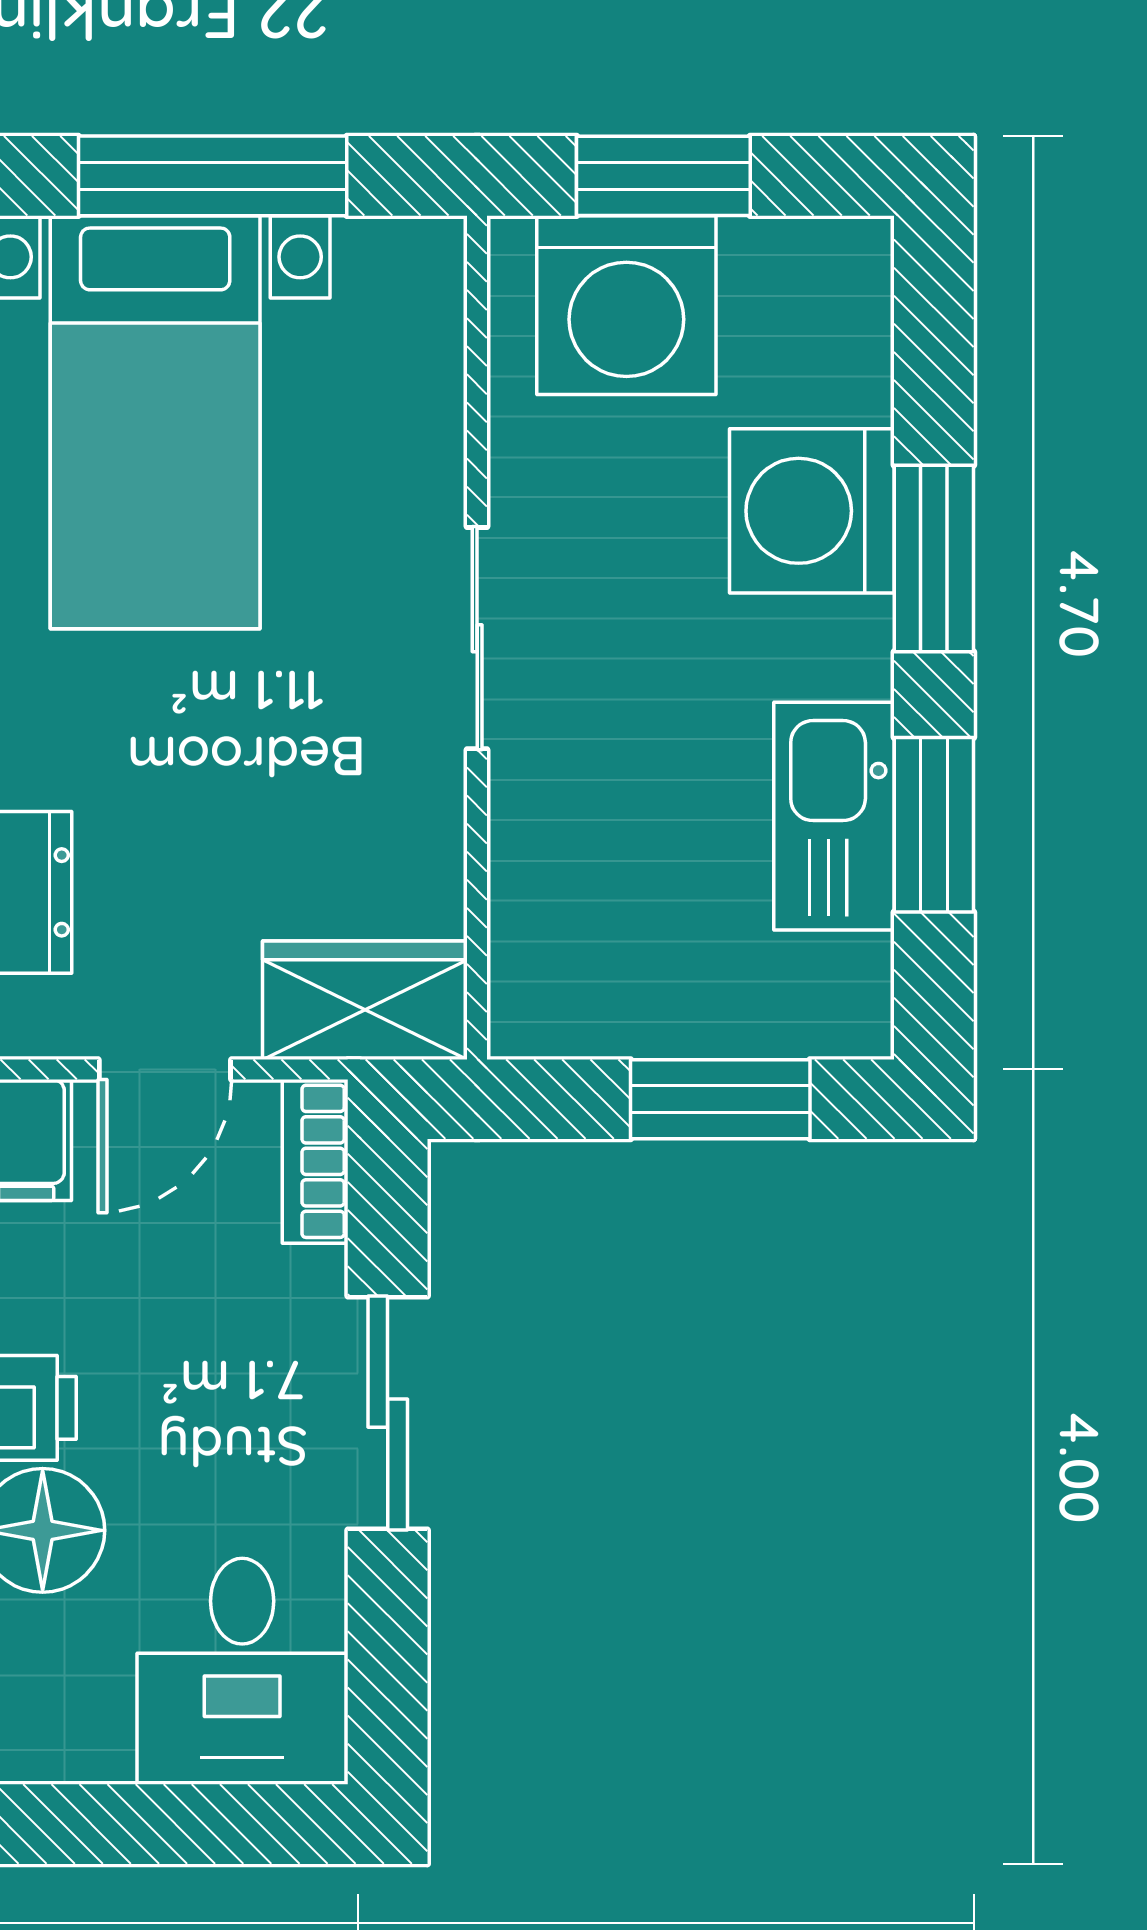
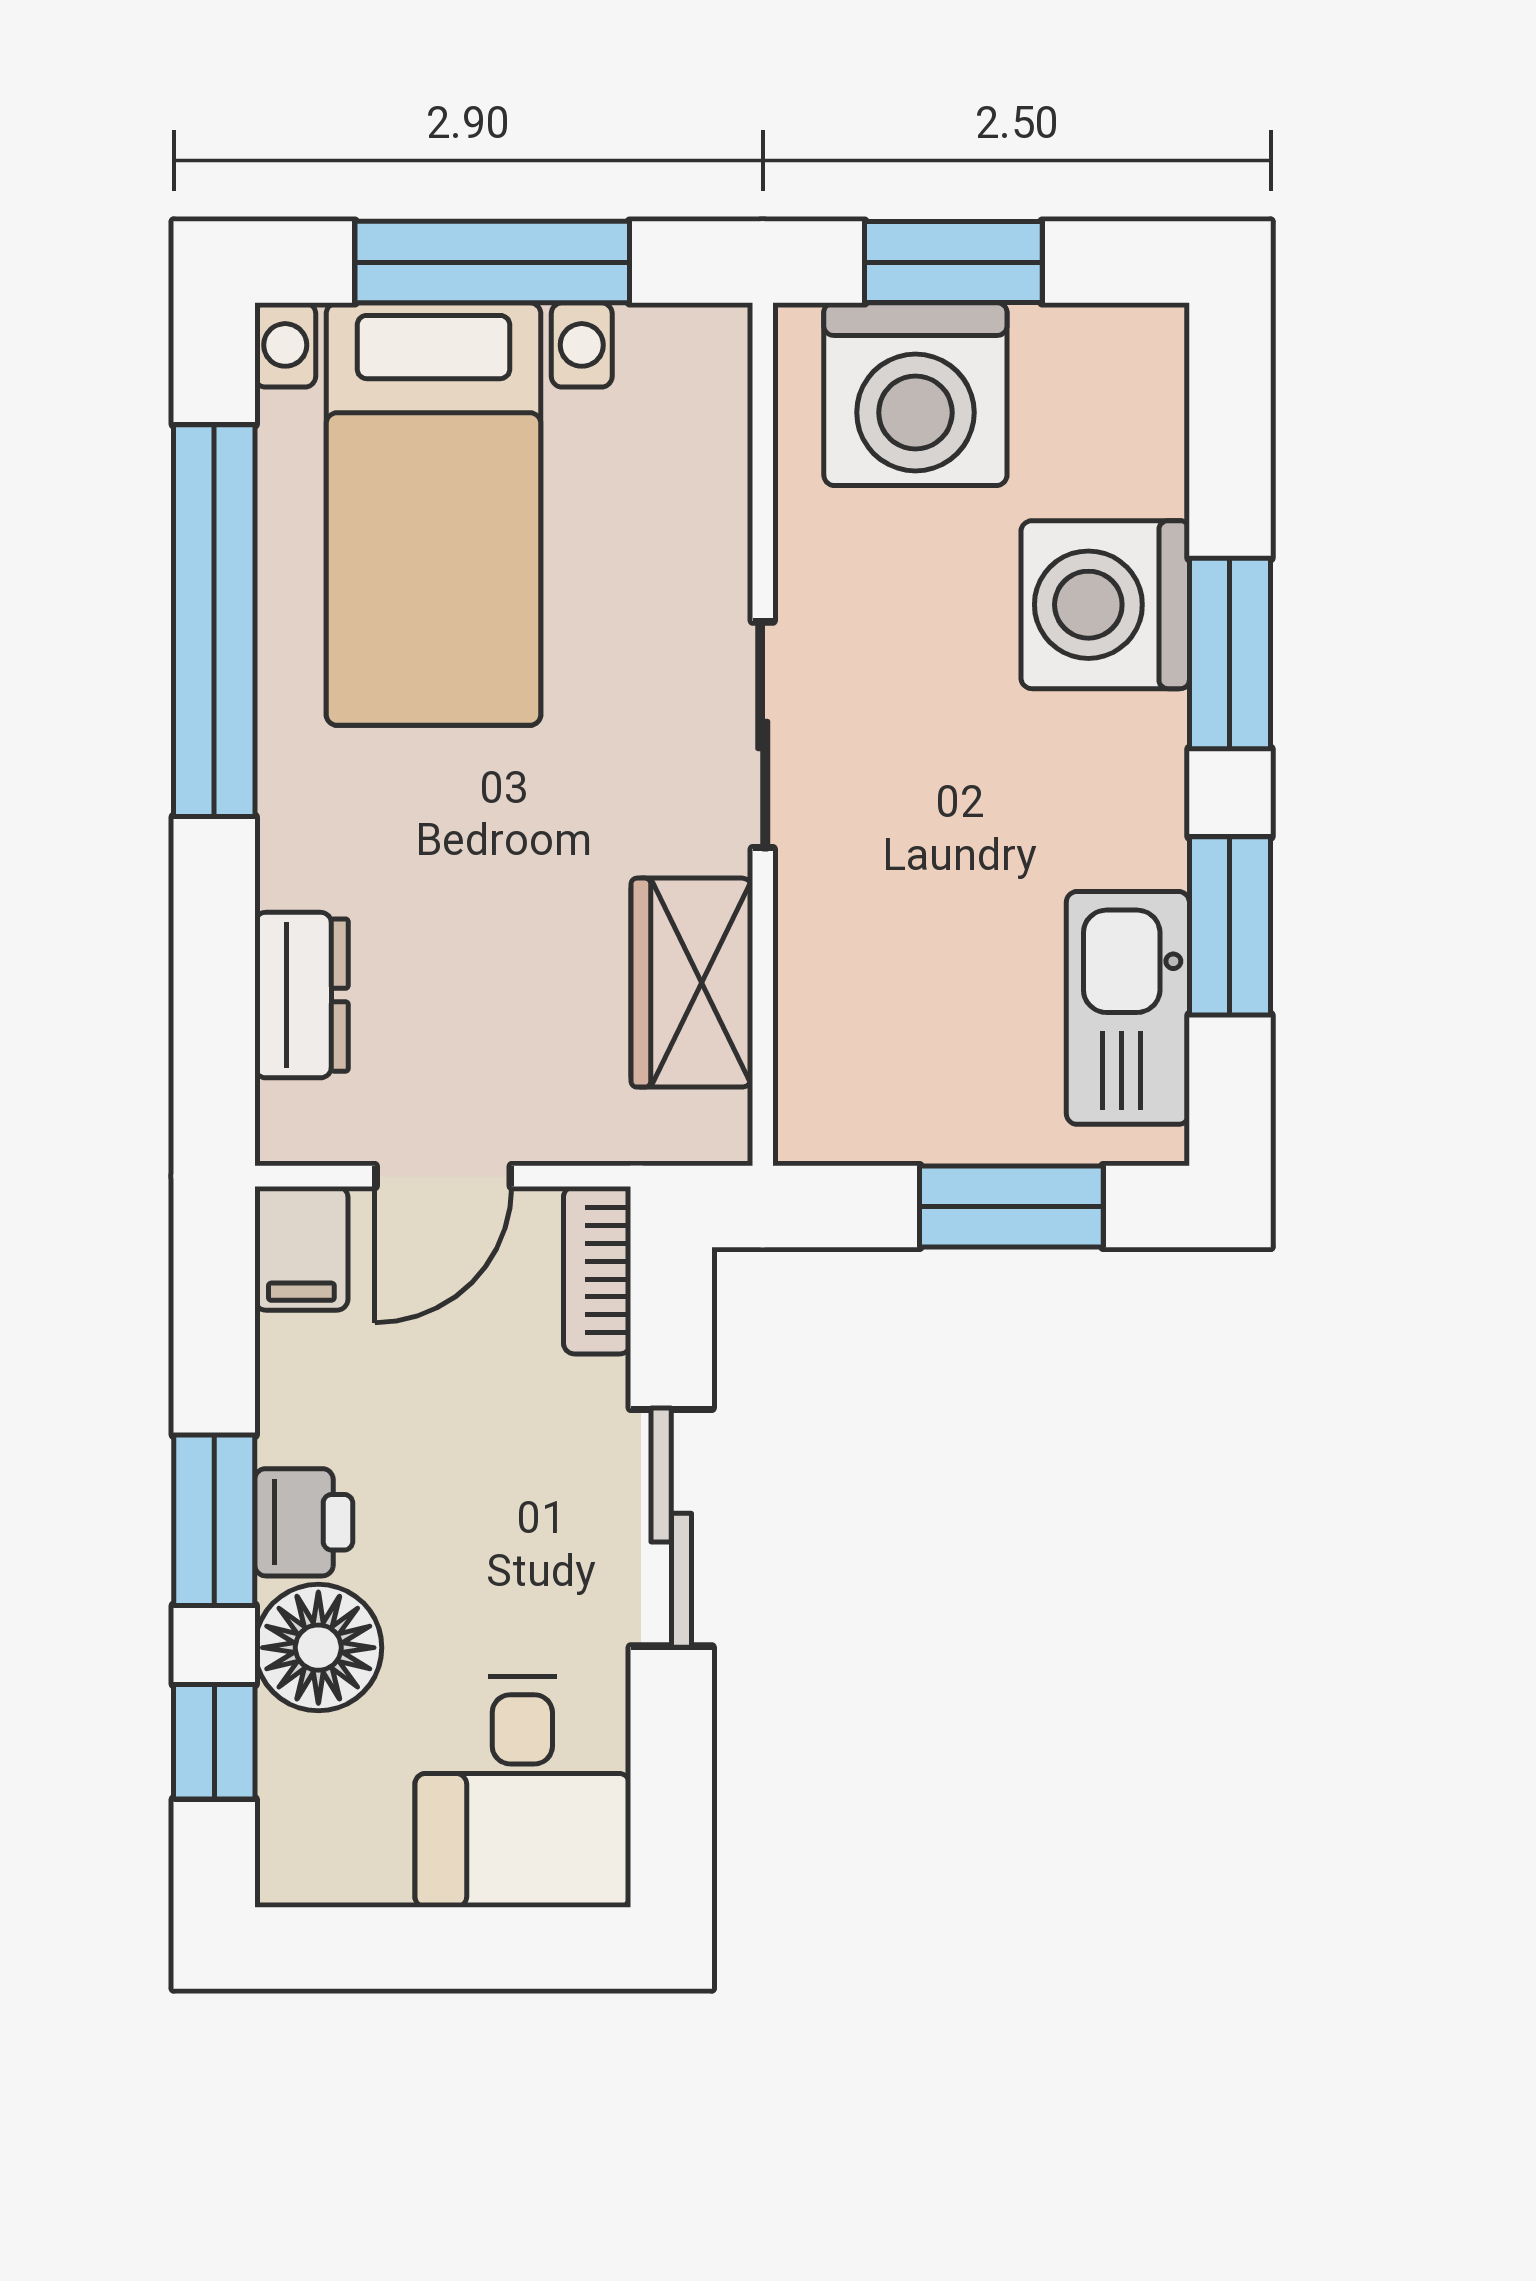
kitchen sink: (834, 816) -> (1128, 1008), moved
wardrobe: (365, 1000) -> (692, 983), moved, turned -90

